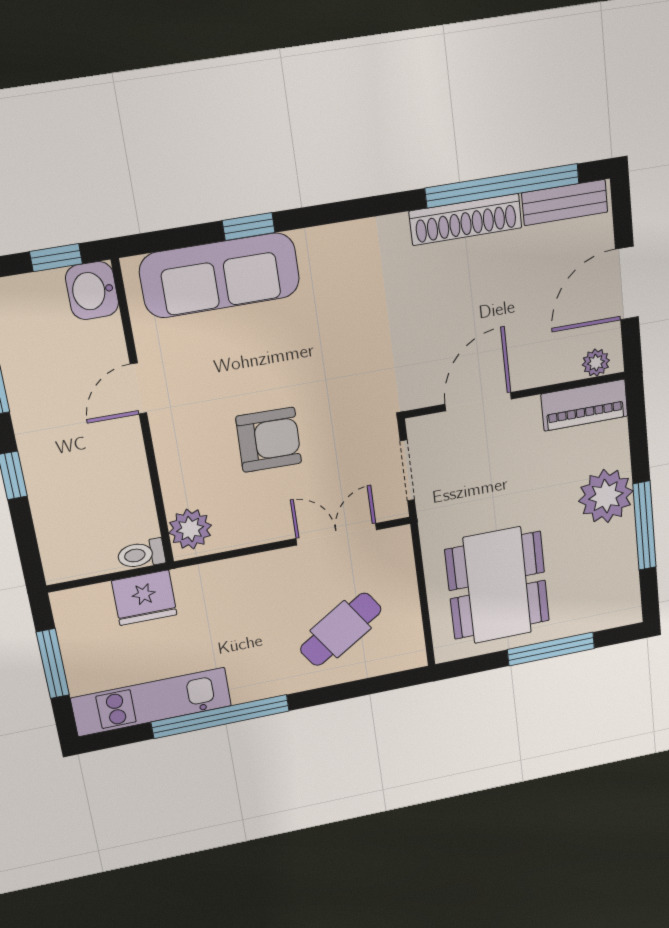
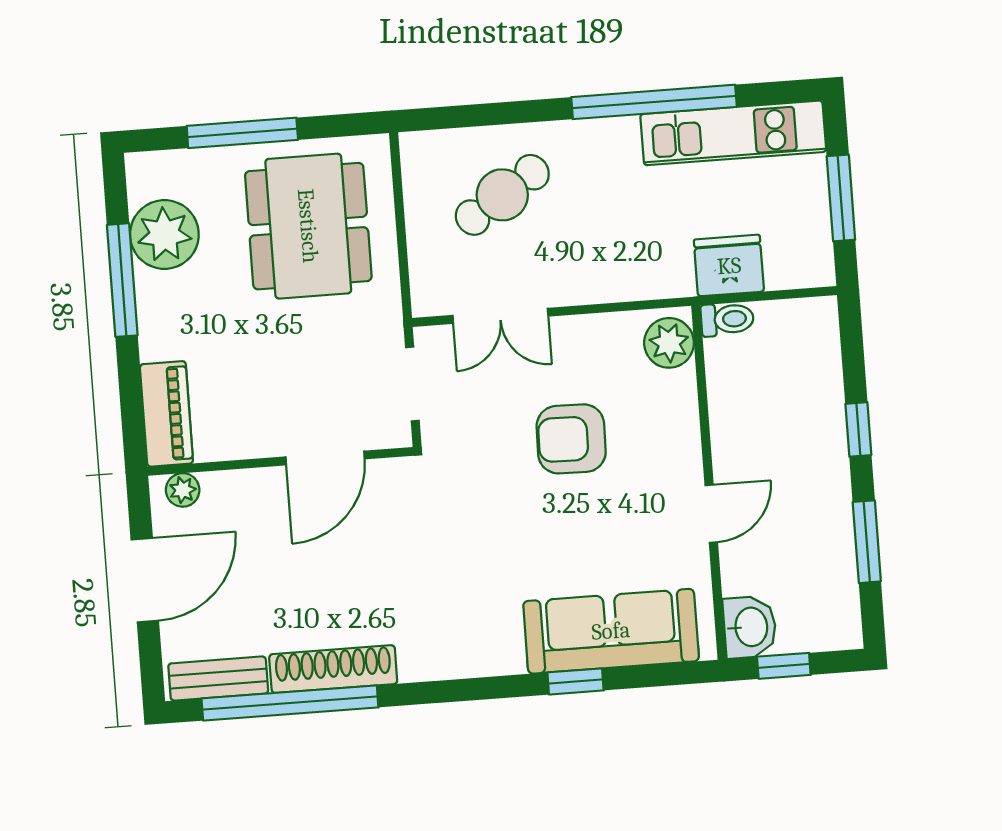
piano: (585, 405) -> (166, 414), moved, turned 90
plant: (606, 496) -> (164, 235), moved

